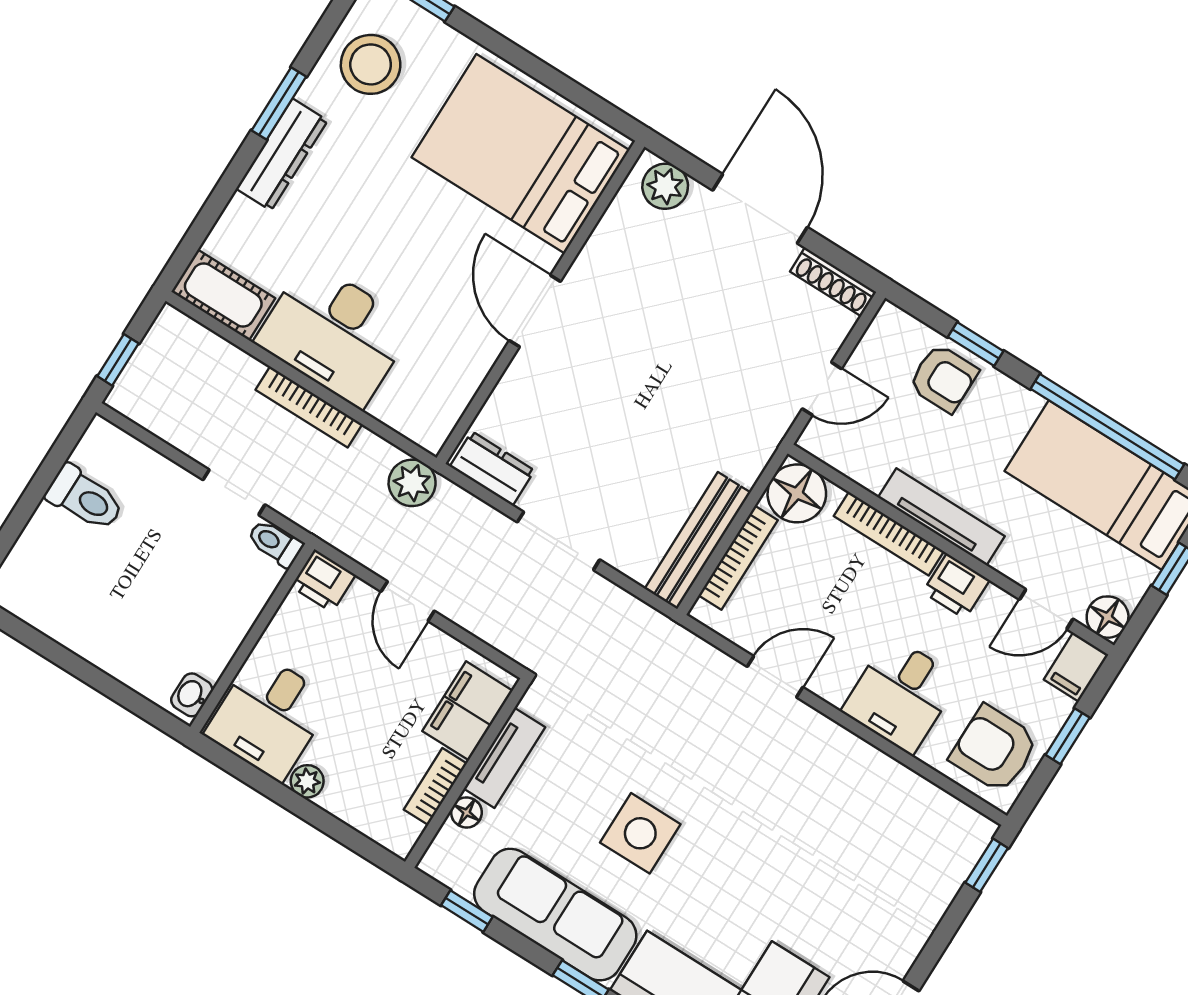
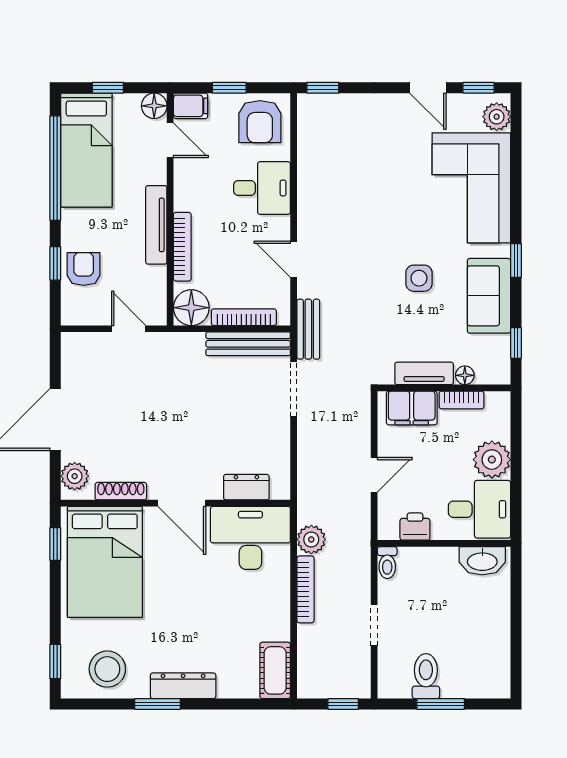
window: (588, 101) -> (55, 544), added
shoe rack: (833, 282) -> (121, 491), moved, turned -90
door: (535, 311) -> (182, 503), hinge flipped
desk: (334, 334) -> (250, 538), moved, turned -90
dresser: (492, 468) -> (246, 487), moved, turned 90
plant: (412, 483) -> (311, 539), moved
doorway: (234, 492) -> (374, 625), moved
window: (34, 494) -> (441, 704), added
doorway: (559, 541) -> (294, 389), moved
printer: (323, 581) -> (415, 527), moved, turned -90
printer: (956, 586) -> (188, 195), removed
bench: (666, 636) -> (308, 329), added
washbasin: (192, 695) -> (482, 561), width x1.91, depth x1.45
plant: (307, 781) -> (492, 460), width x1.87, depth x1.87
side table: (640, 833) -> (419, 278), width x0.73, depth x0.73
sofa: (555, 915) -> (489, 296), width x0.73

